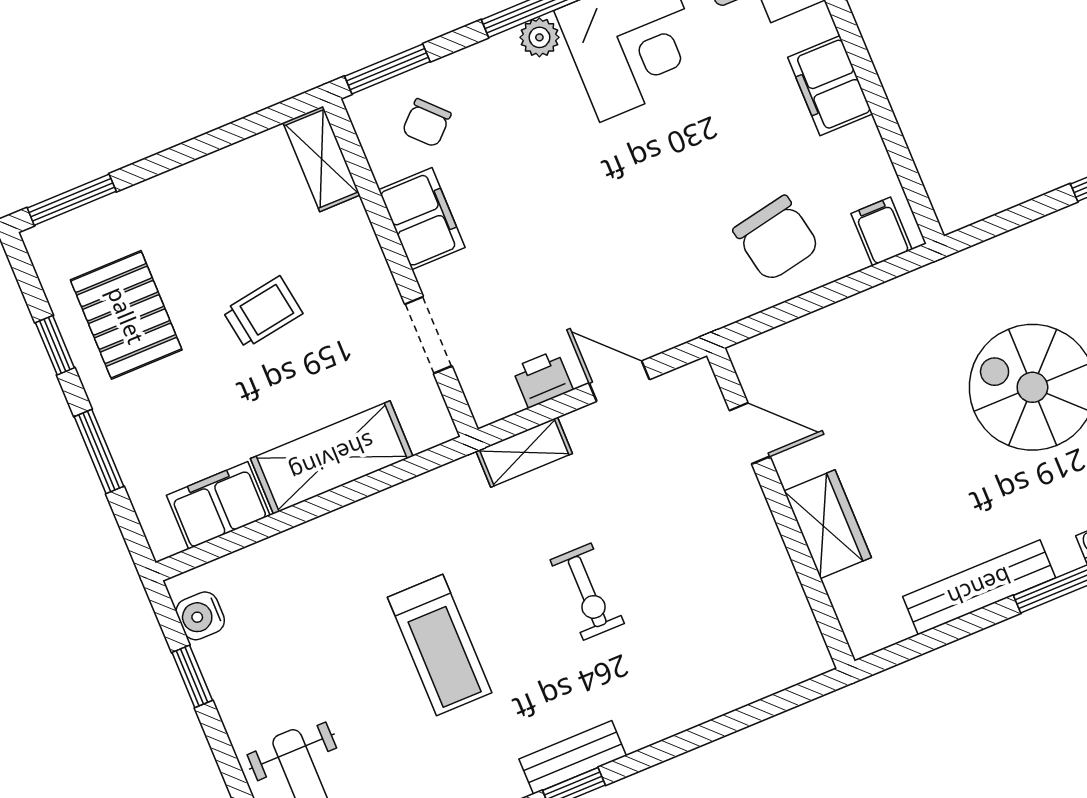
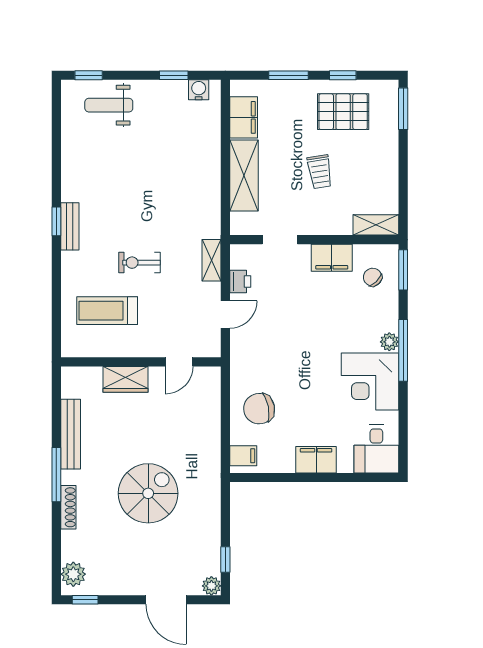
treadmill: (440, 645) -> (107, 311), moved

